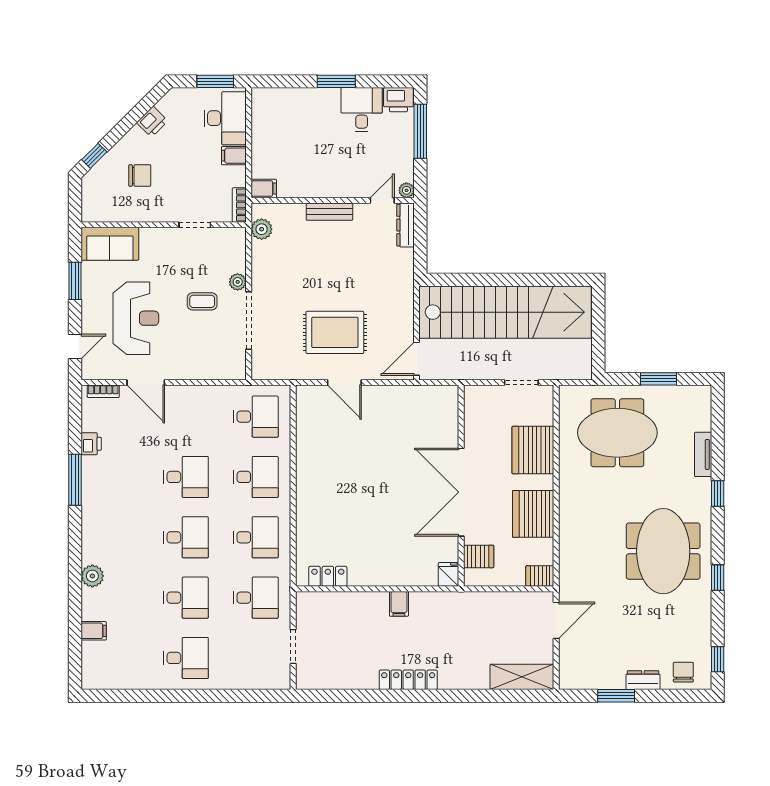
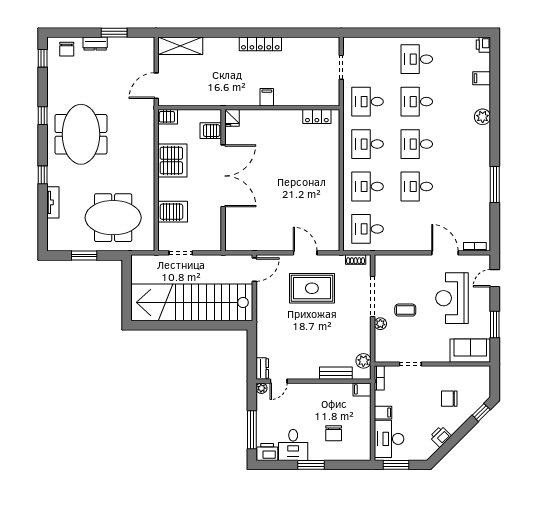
chair: (304, 126) -> (334, 433), added
bench: (329, 212) -> (336, 373), moved
dresser: (405, 225) -> (262, 369), width x0.70
shoe rack: (273, 373) -> (356, 260), added
printer: (91, 444) -> (483, 45), moved
server rack: (533, 450) -> (173, 212), width x0.62

